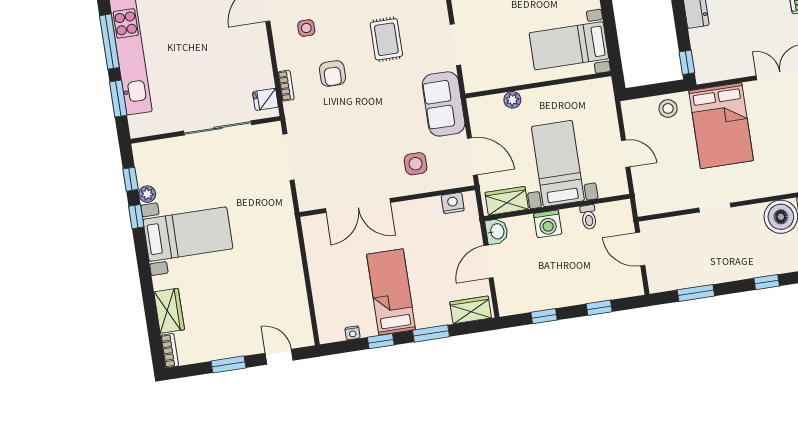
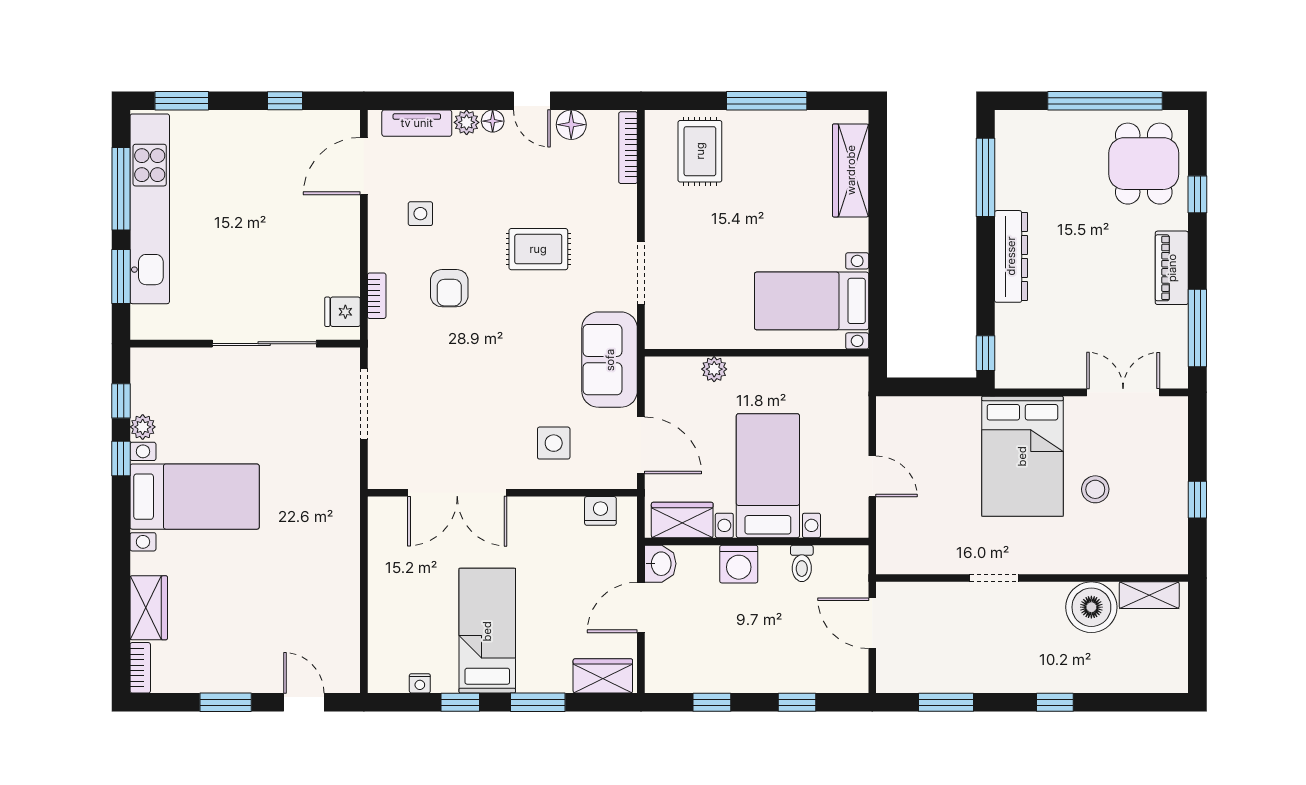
rug: (386, 39) -> (538, 249), turned 90
stool: (668, 108) -> (1095, 489), moved

